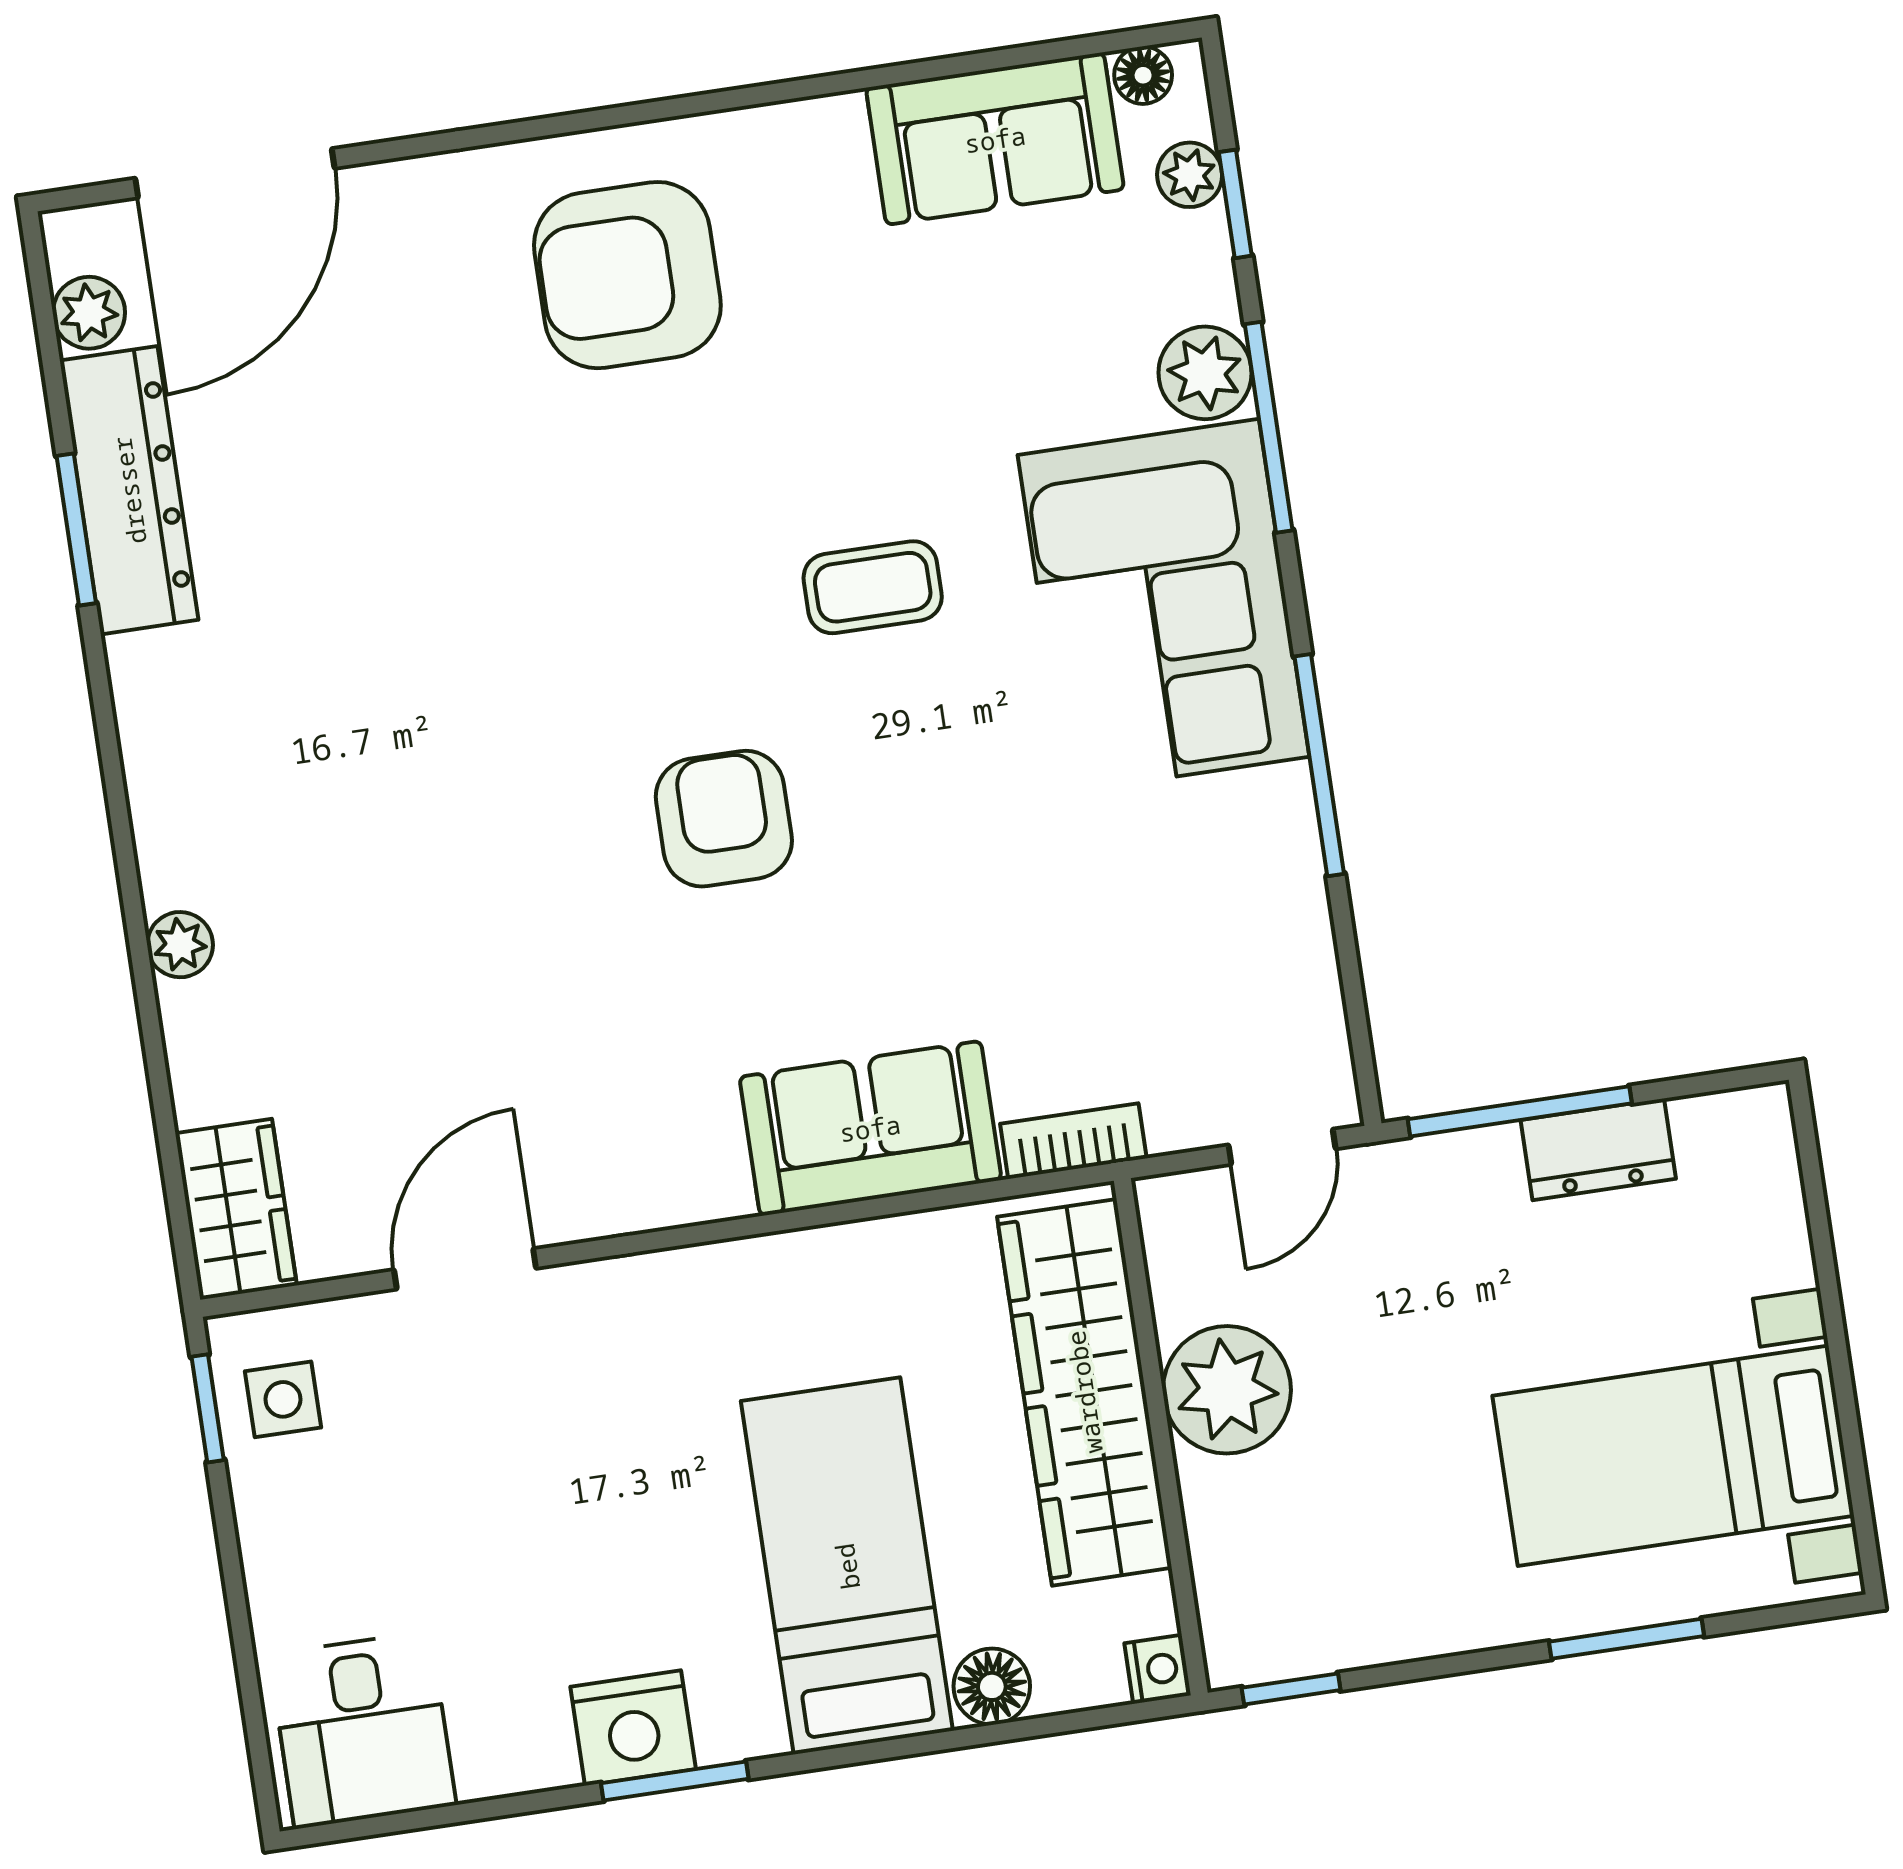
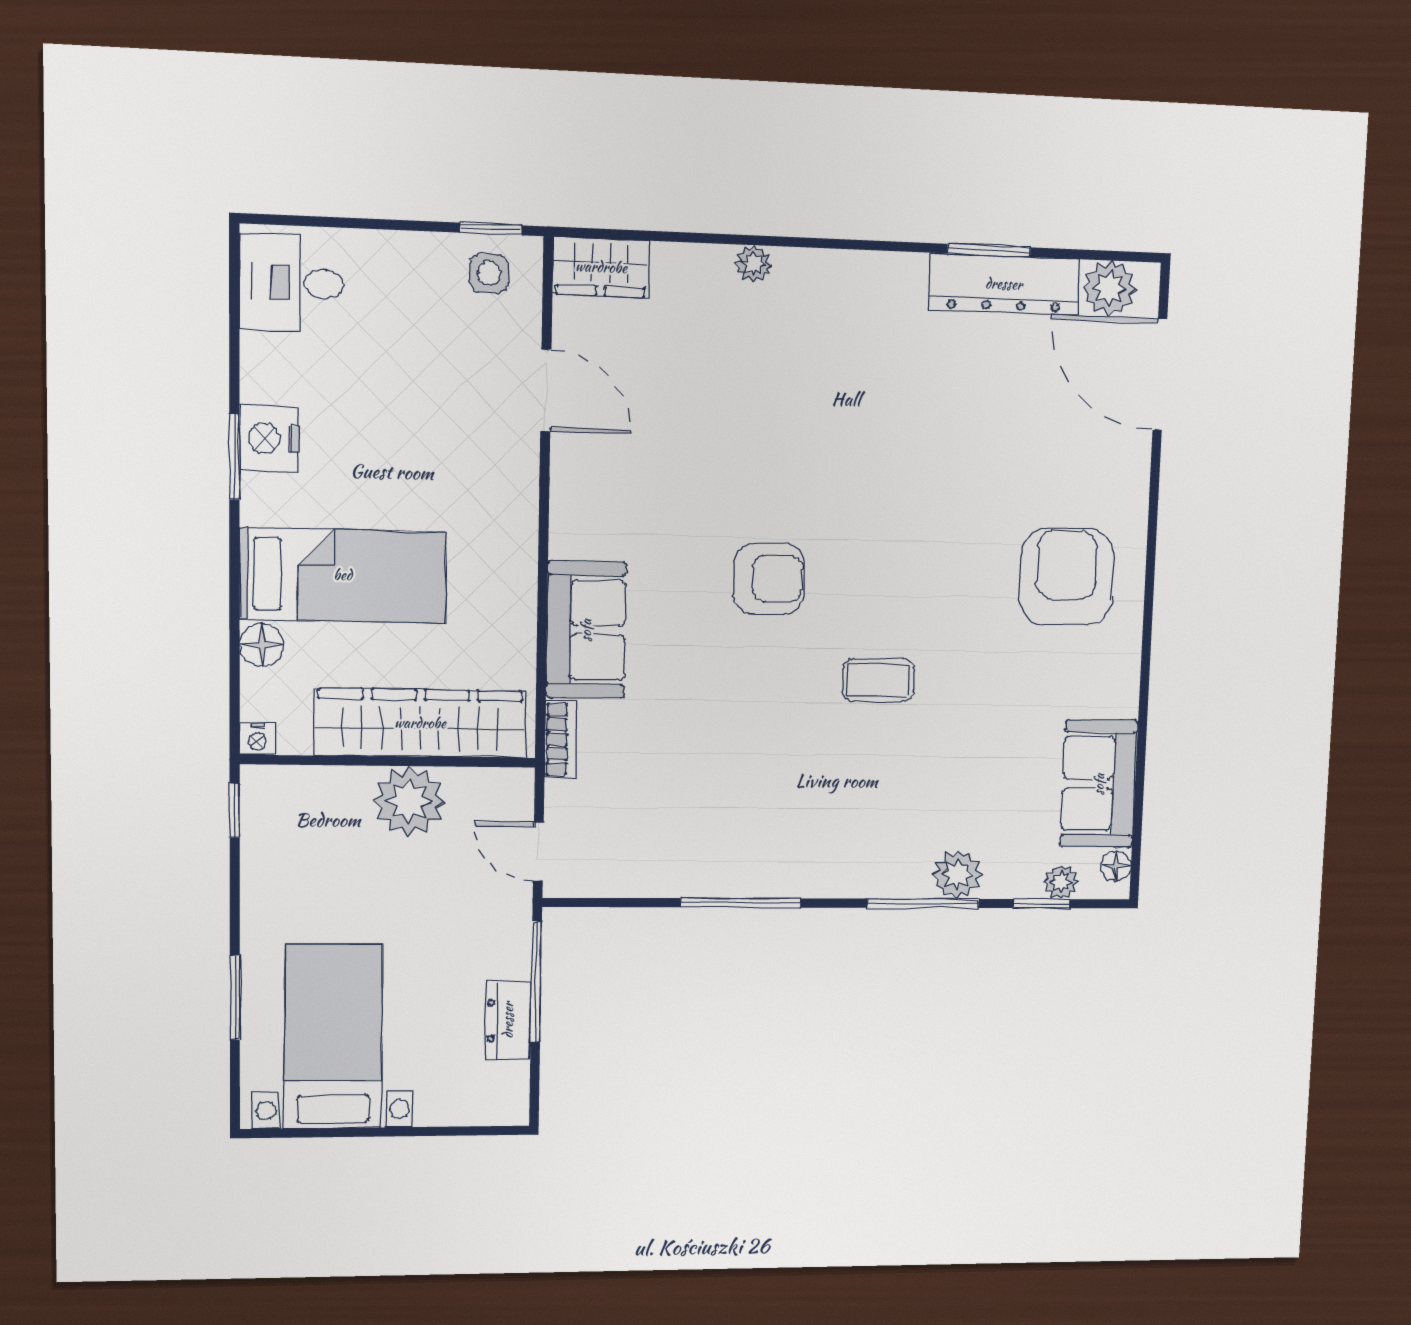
plant: (89, 313) -> (1109, 288), width x1.38, depth x1.38
coffee table: (873, 587) -> (878, 680), turned 90
corner sofa: (1163, 606) -> (840, 834), removed

